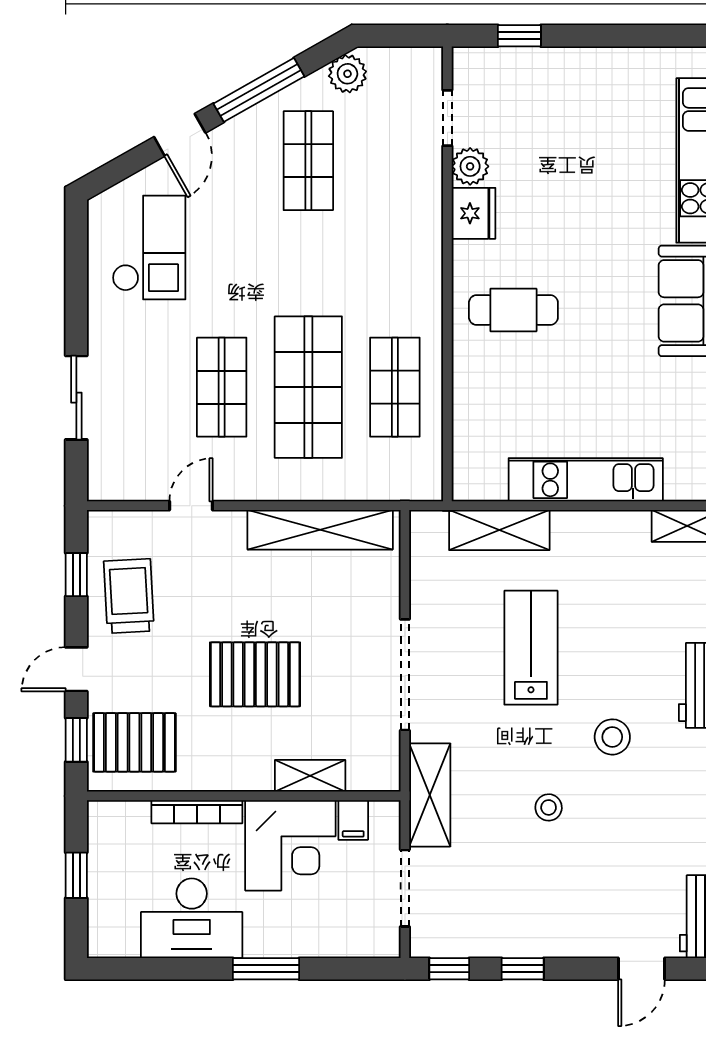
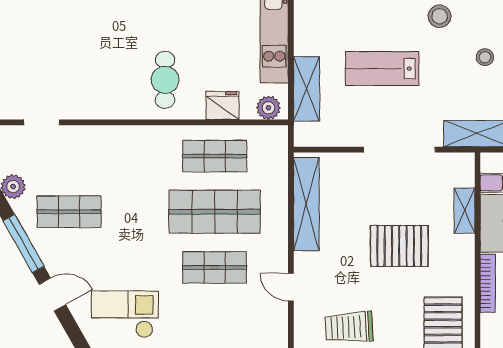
plant: (470, 166) -> (268, 108), moved
fridge: (474, 213) -> (223, 106), moved
pallet: (255, 674) -> (399, 246), turned 90

